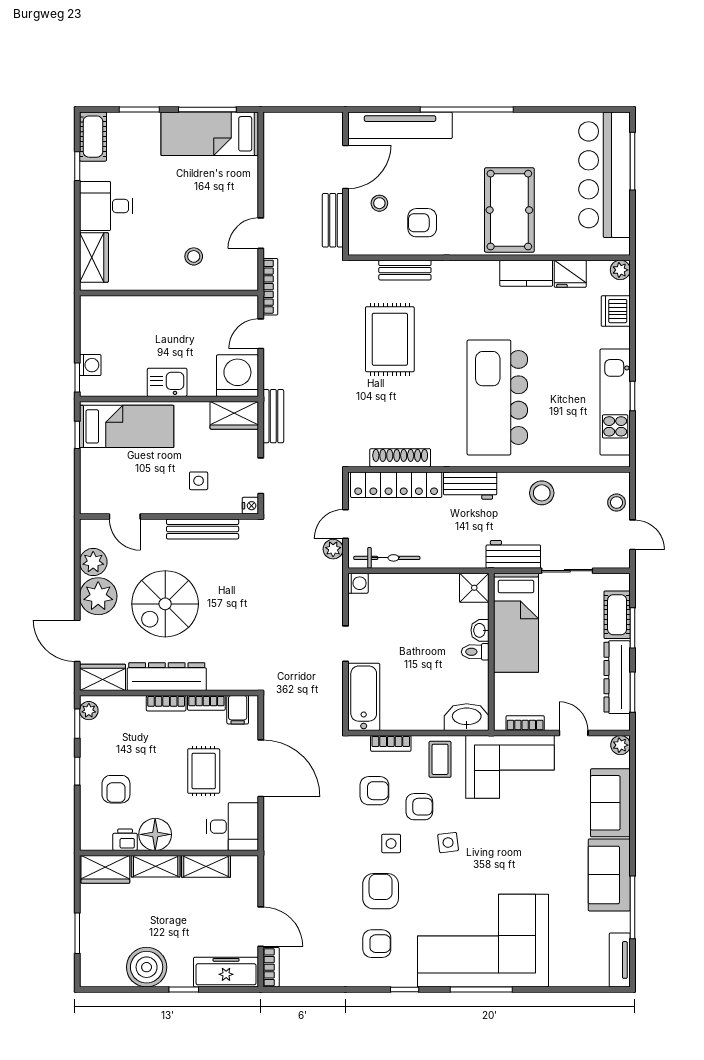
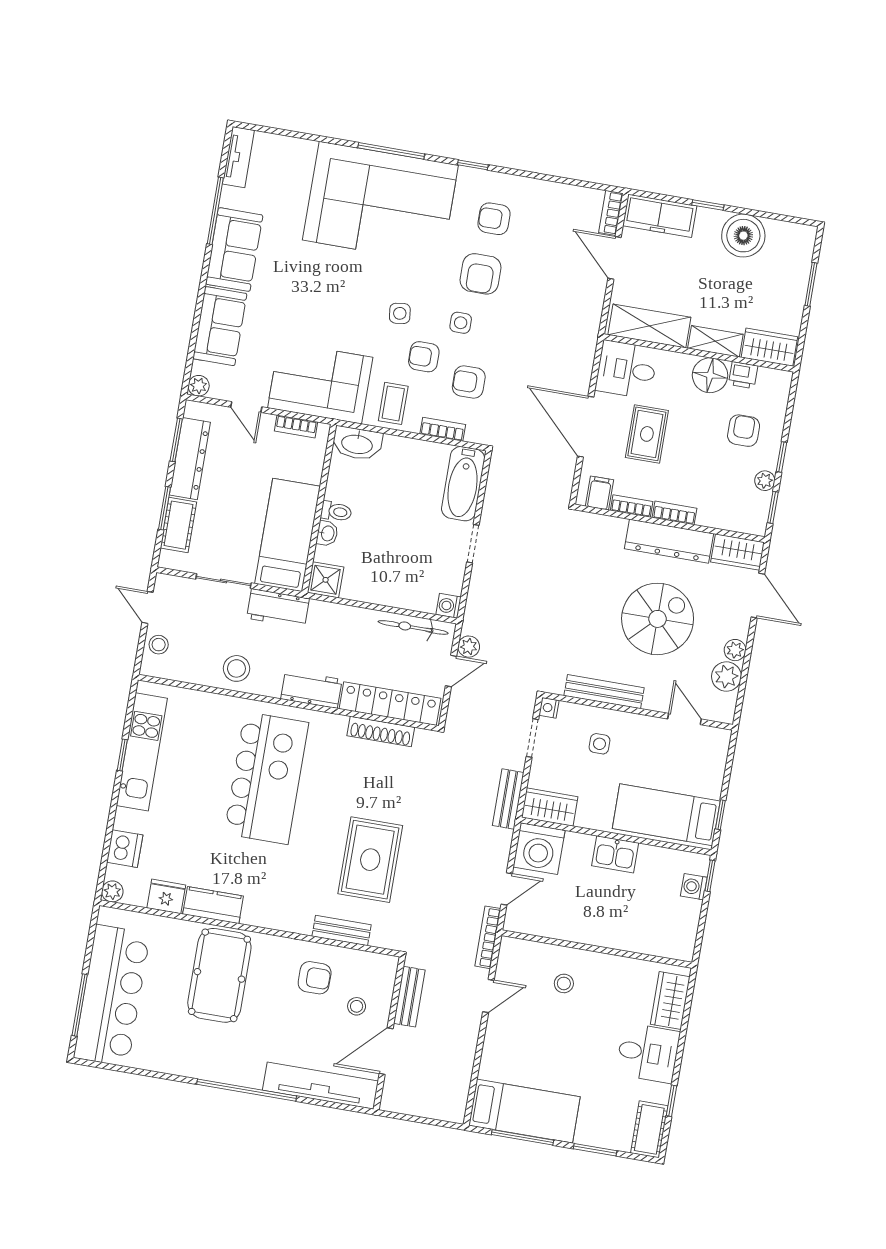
plant: (98, 596) -> (735, 650), width x0.53, depth x0.53
plant: (89, 711) -> (765, 481), moved
shelving: (206, 866) -> (649, 326), width x1.50, depth x1.33

